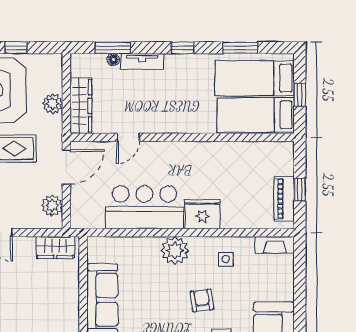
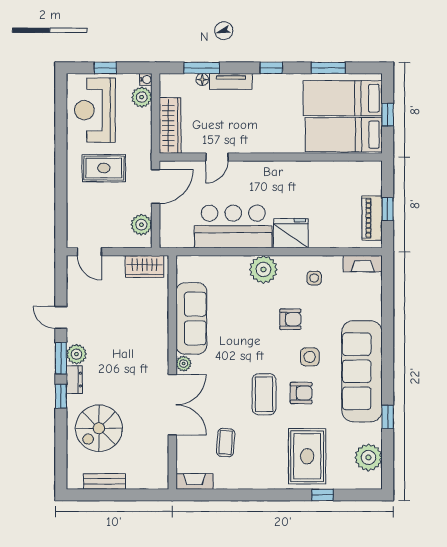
water cooler: (57, 59) -> (146, 79), added
plant: (52, 104) -> (142, 97), moved
armchair: (202, 300) -> (290, 319), turned 97

